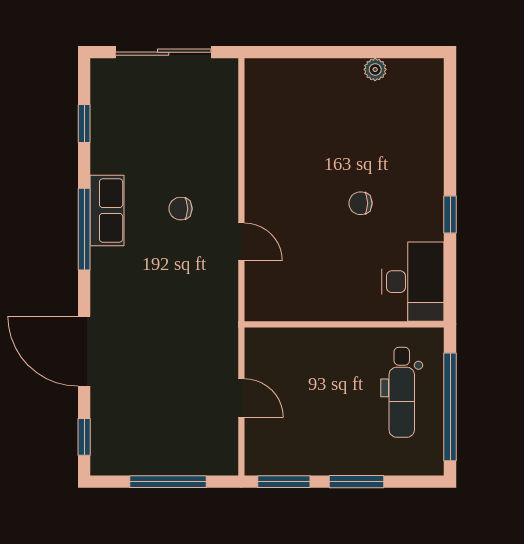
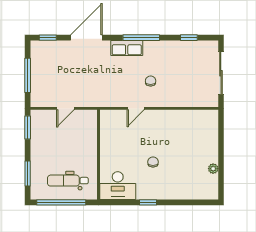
row of seats: (107, 210) -> (127, 48), moved
window: (357, 482) -> (28, 174), moved

